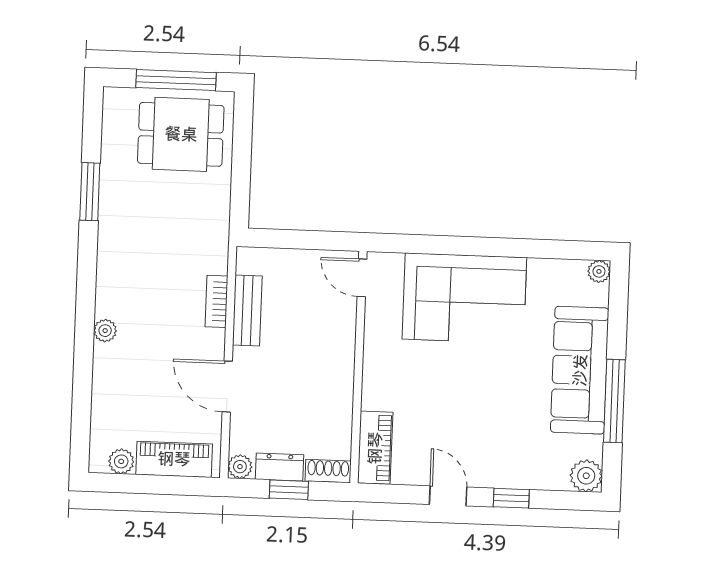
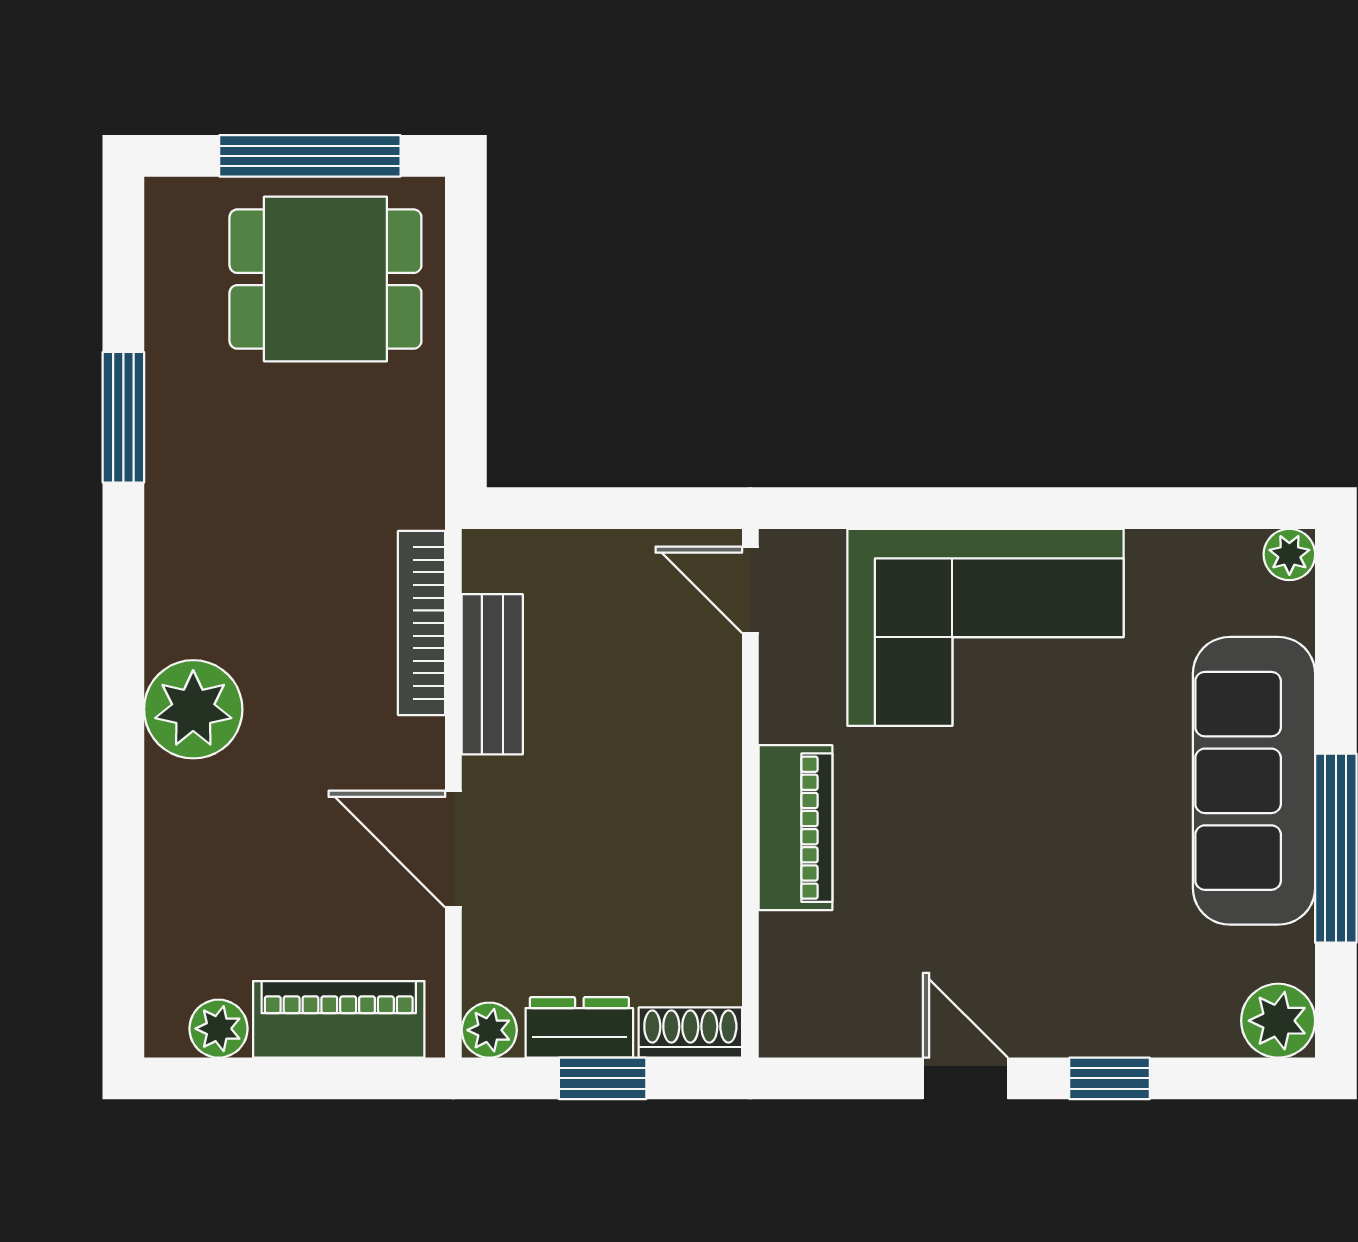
bookcase: (217, 301) -> (422, 623), width x1.56
plant: (105, 331) -> (193, 709), width x1.88, depth x1.88
piano: (375, 448) -> (795, 828), moved

